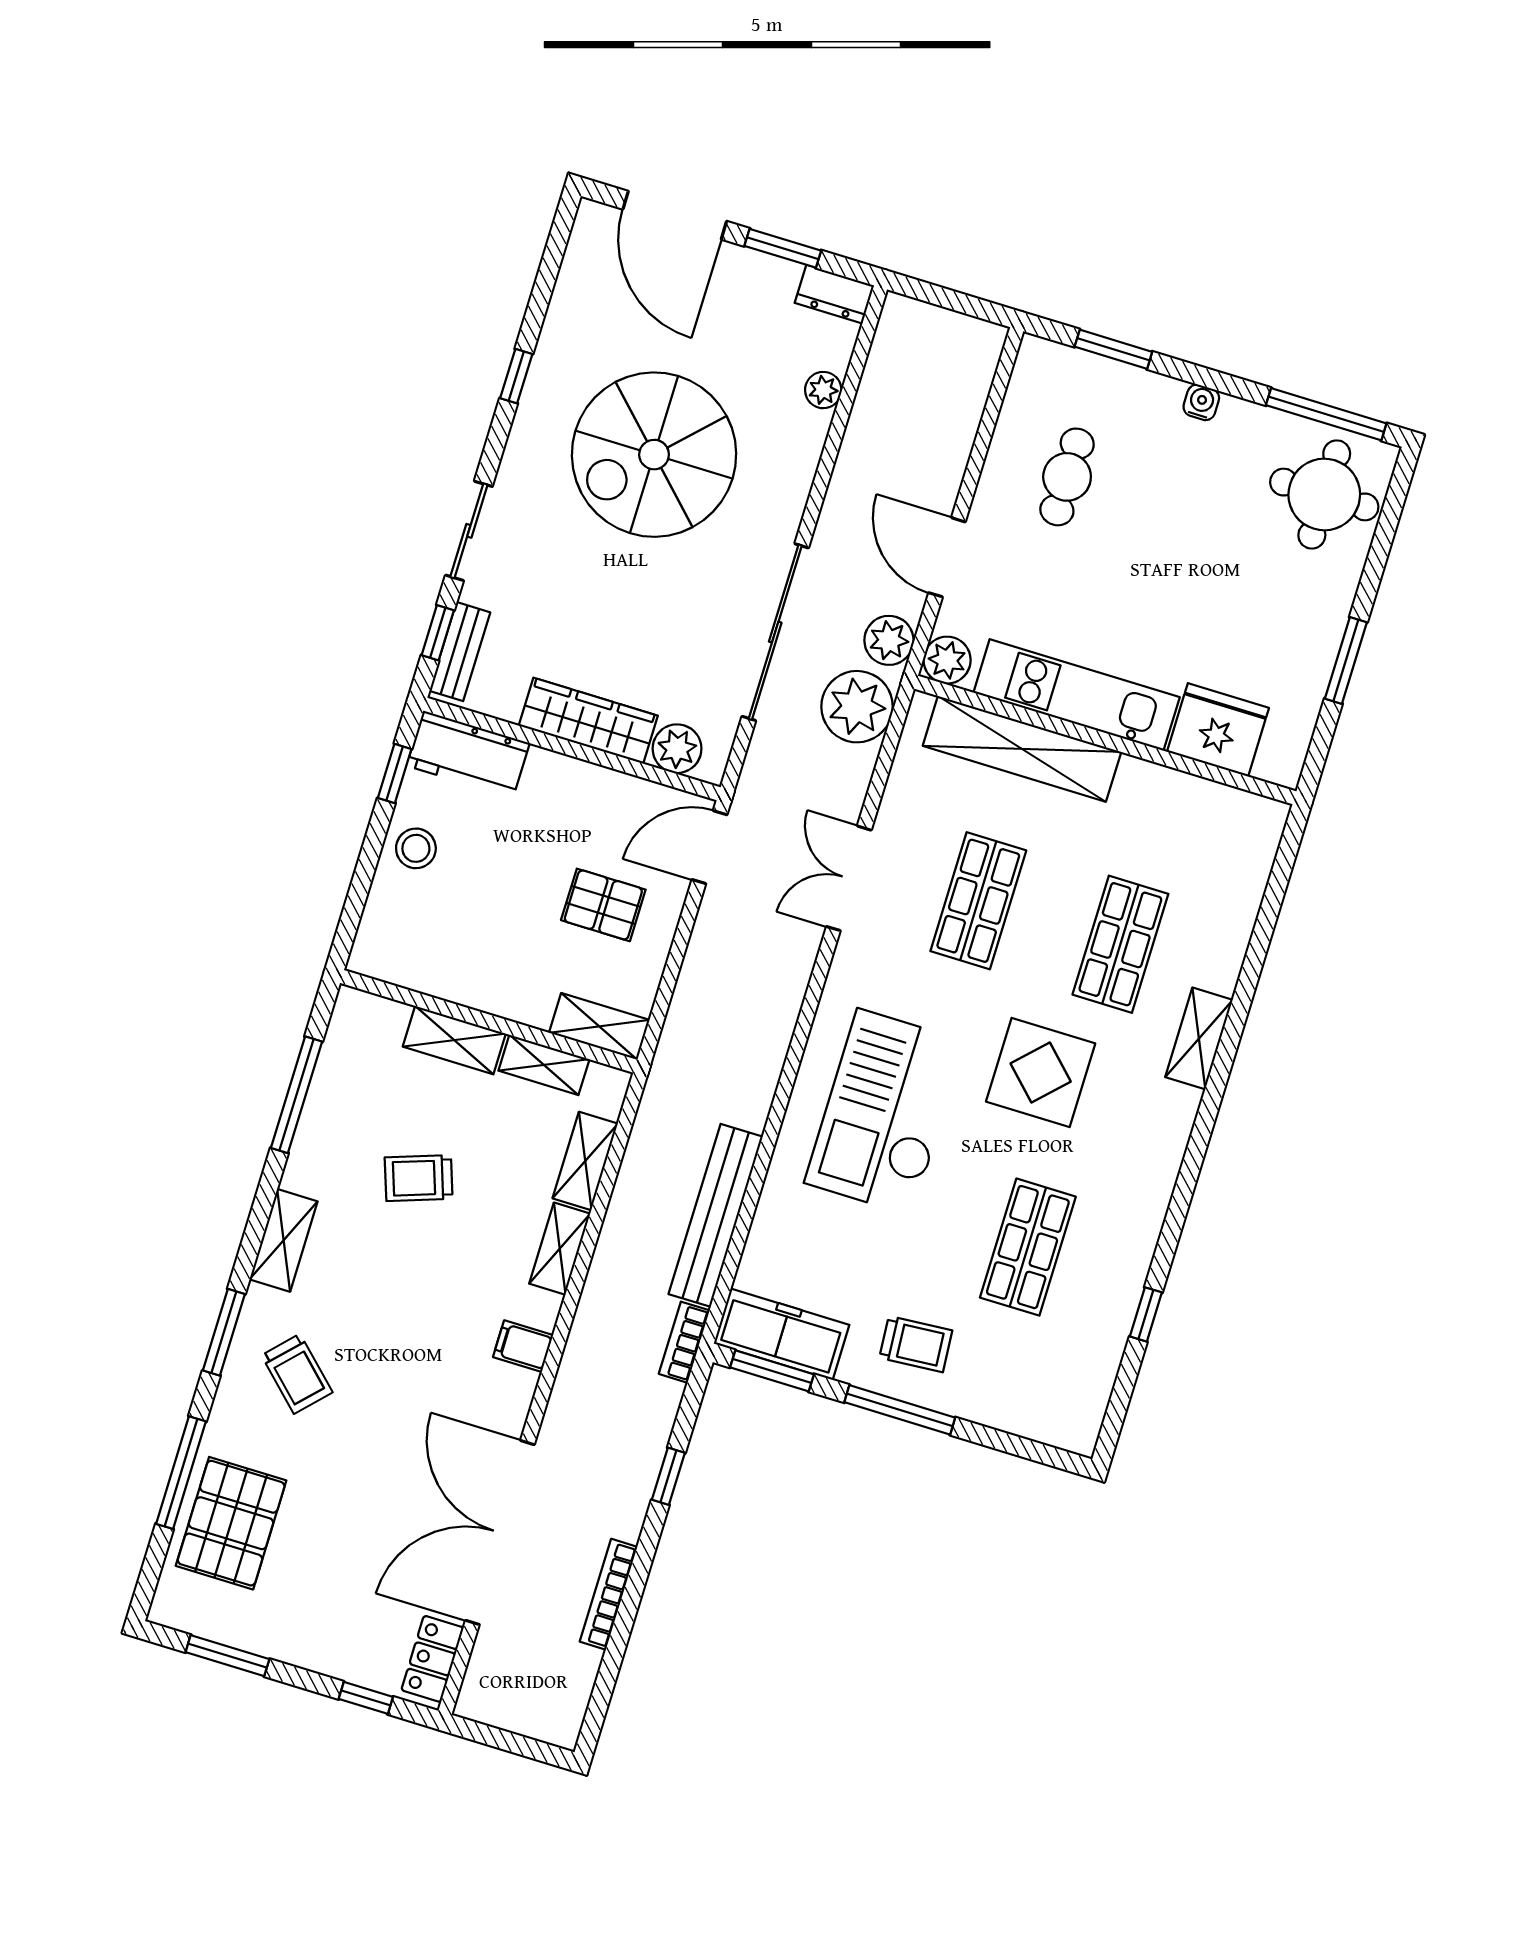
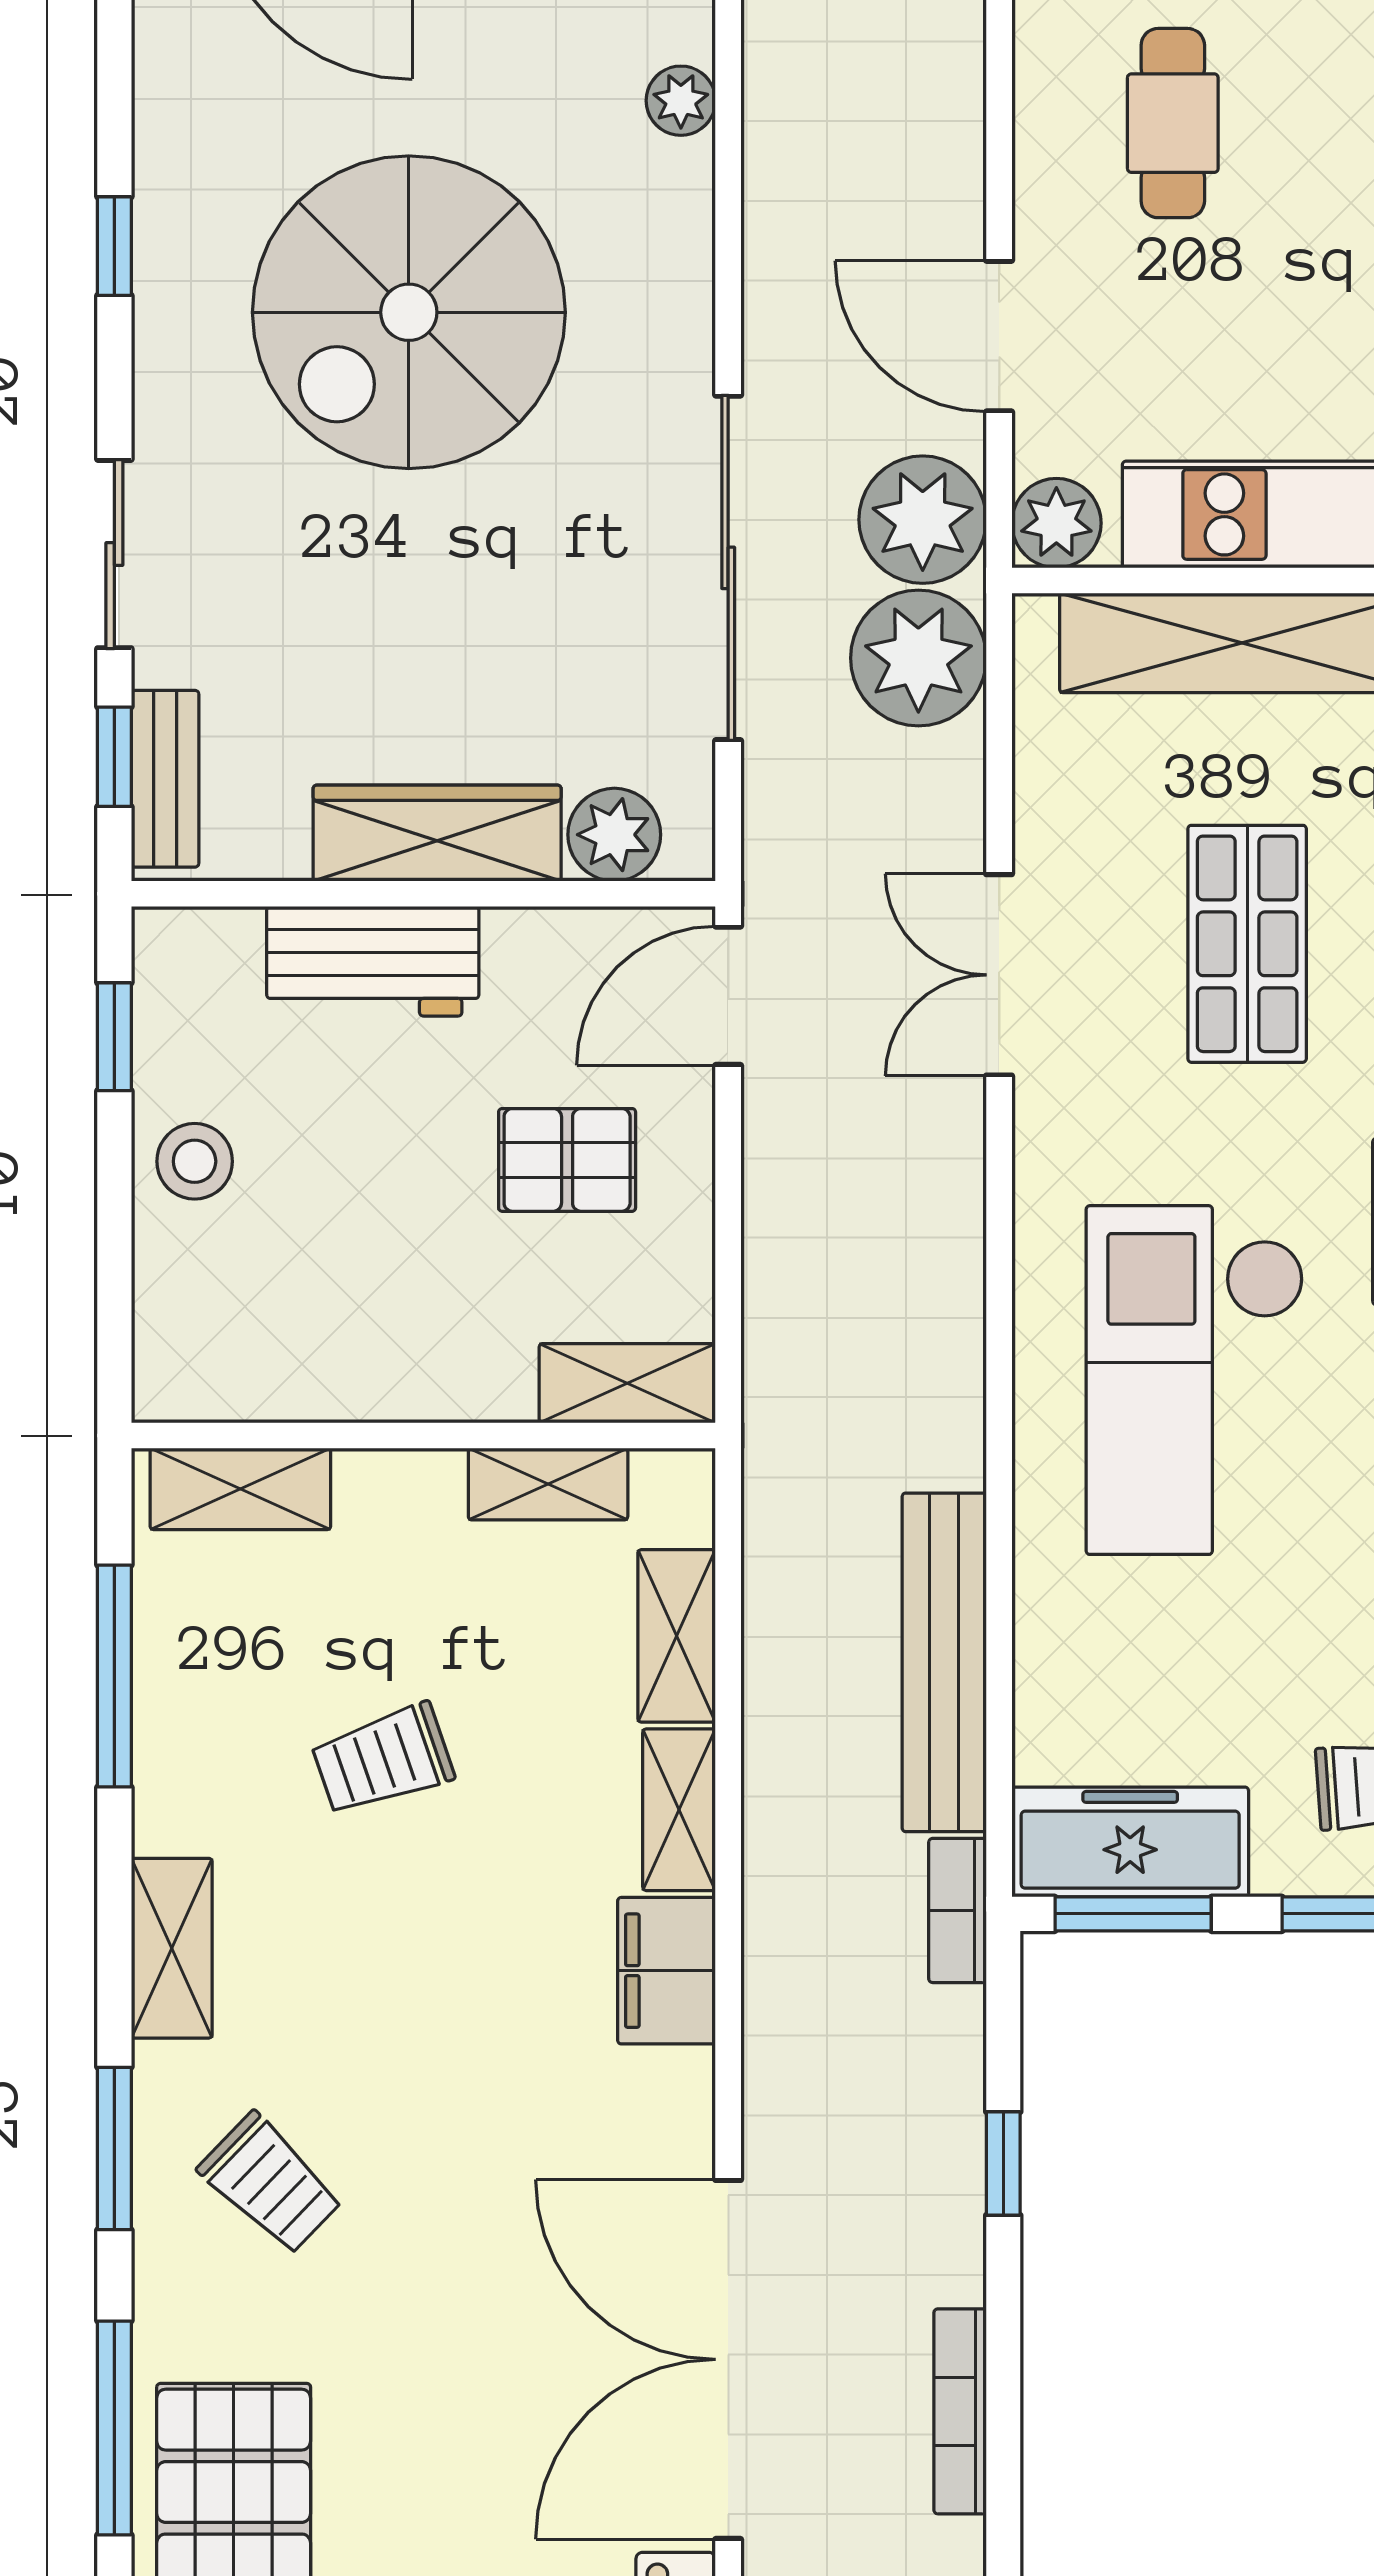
plant: (889, 640) -> (923, 520), width x1.36, depth x1.36
workbench: (468, 754) -> (373, 961), moved
shelving: (454, 1040) -> (240, 1489), moved
filing cabinet: (523, 1346) -> (667, 1971), width x2.00

